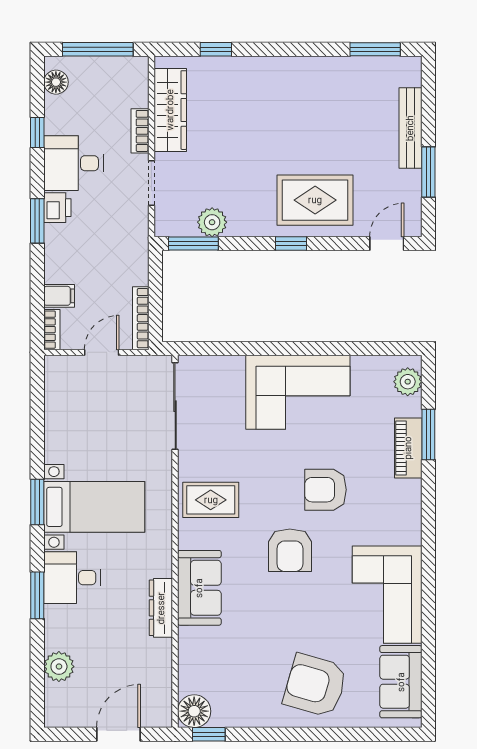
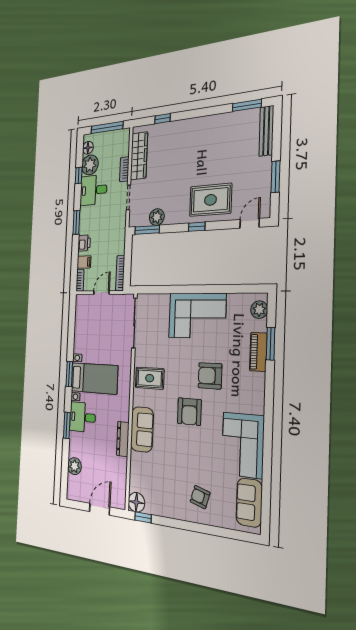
plant: (62, 115) -> (90, 165), added
bench: (410, 128) -> (266, 131), moved
printer: (57, 208) -> (84, 243), moved
armchair: (315, 685) -> (200, 497), width x0.53, depth x0.53

